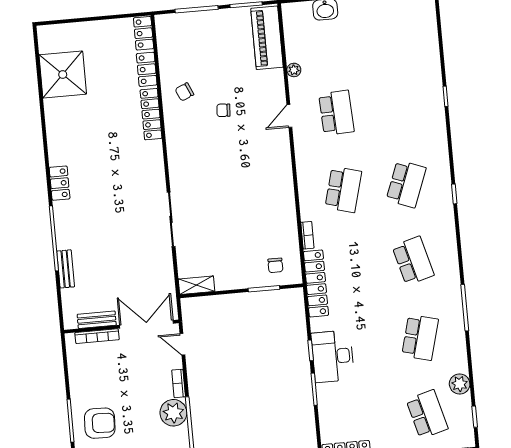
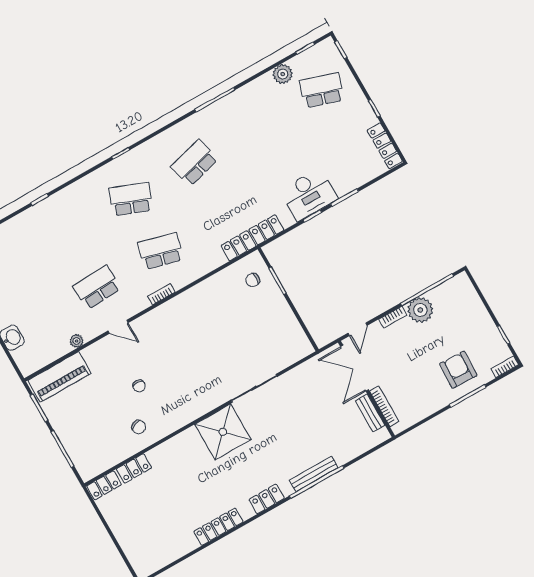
shower: (63, 74) -> (223, 432), moved
locker: (151, 114) -> (218, 527), moved, turned 180
bookcase: (307, 235) -> (161, 294), moved
chair: (275, 265) -> (253, 280), turned 180
bench: (66, 269) -> (314, 474), moved, width x1.36
shelving: (196, 285) -> (301, 340), removed
school desk: (420, 337) -> (258, 127), removed
school desk: (427, 414) -> (322, 90), turned 33

